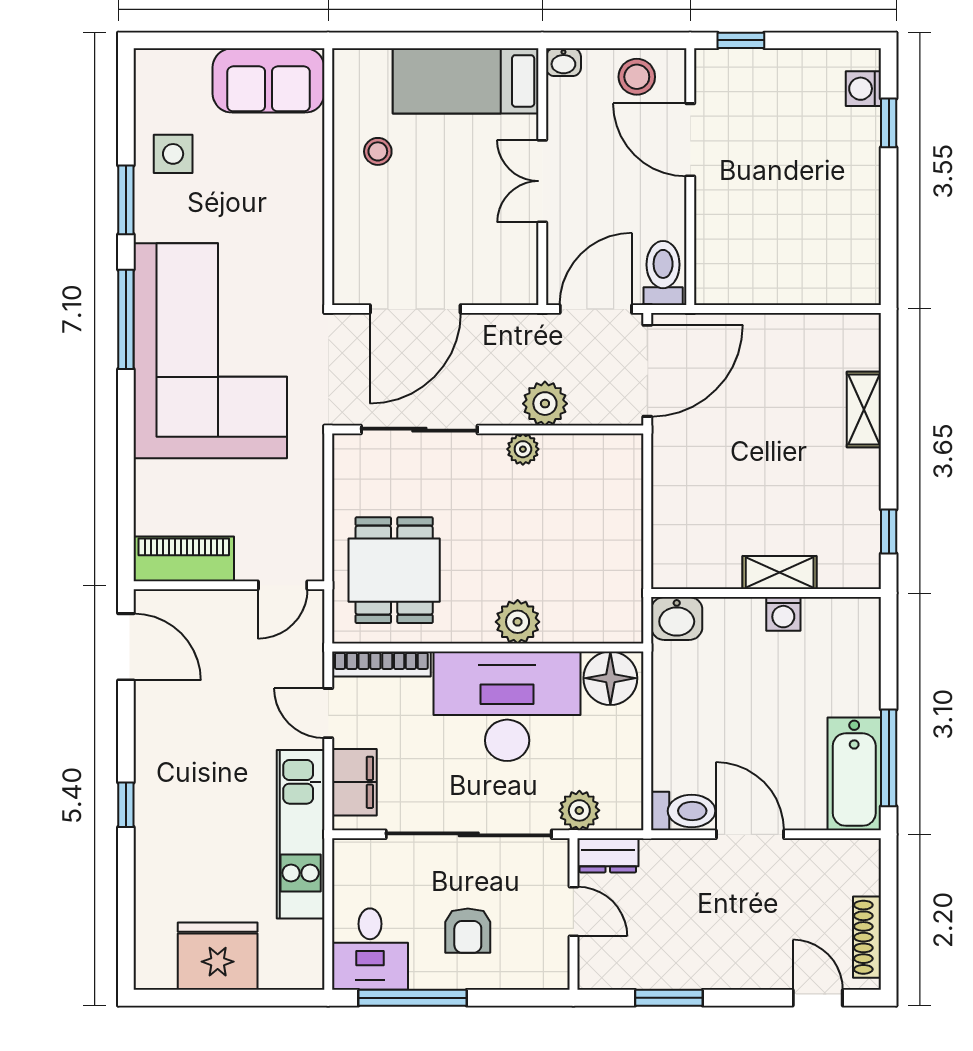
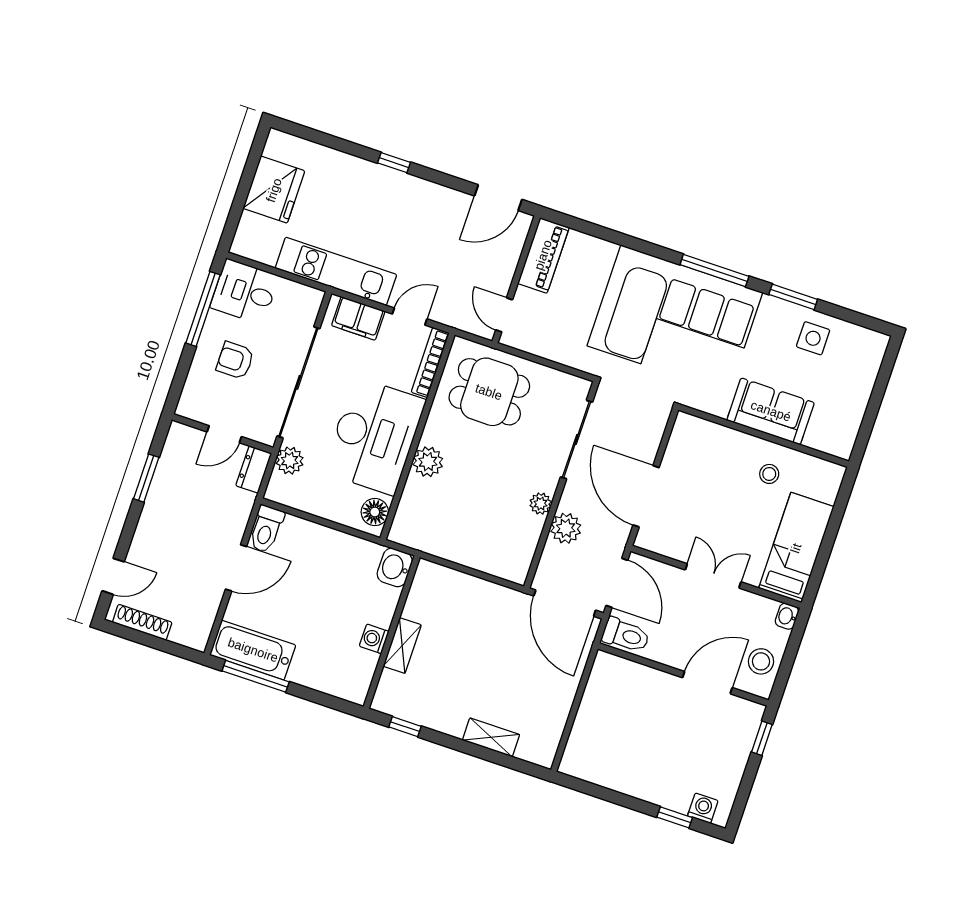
sofa: (269, 80) -> (771, 411), moved, turned 90
door: (415, 309) -> (646, 496), moved
floor lamp: (610, 678) -> (375, 512), width x0.73, depth x0.73

